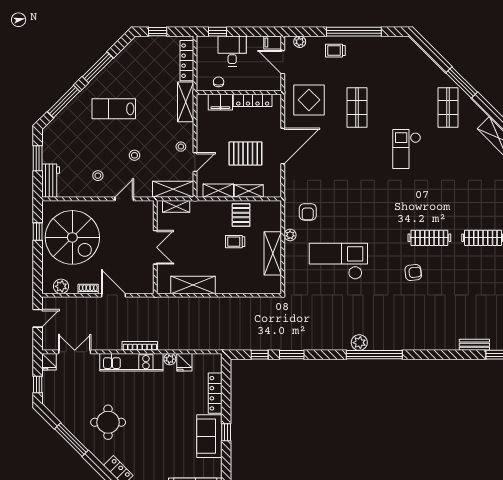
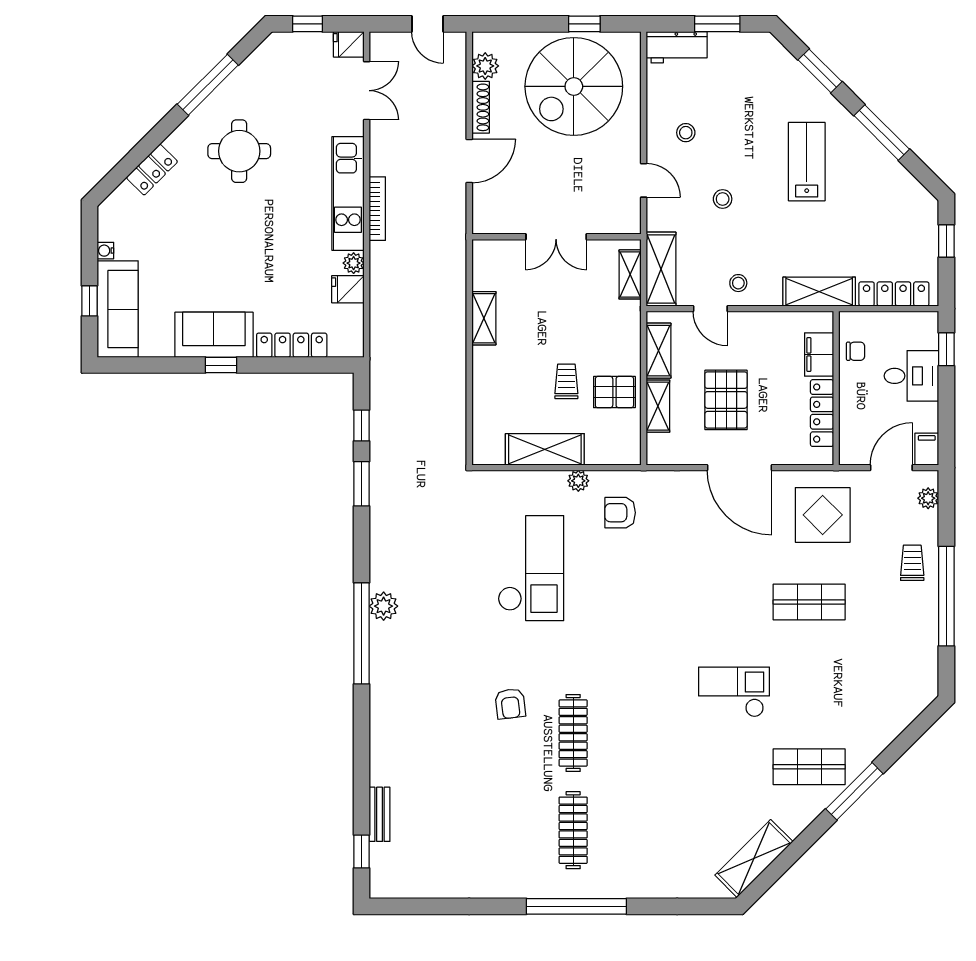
window: (64, 101) -> (820, 71), width x0.69
shelving: (193, 285) -> (484, 318), width x0.67, depth x0.75
shoe rack: (88, 289) -> (481, 107), width x1.43

